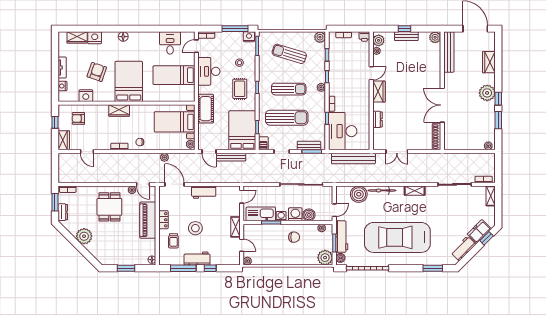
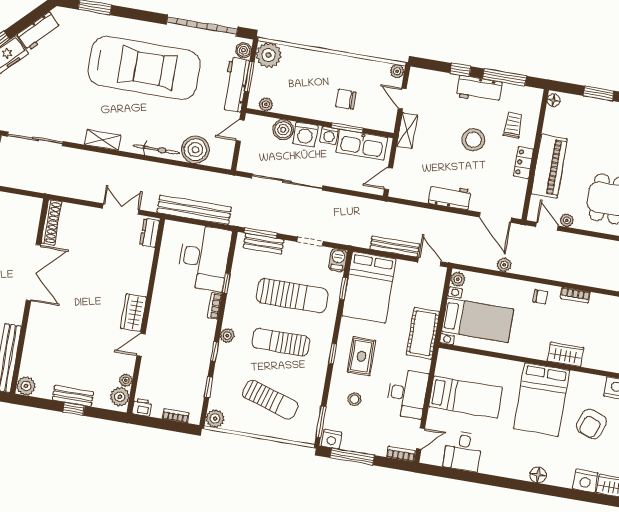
sun lounger: (287, 118) -> (292, 296), turned 180
dresser: (377, 119) -> (150, 233), moved
chair: (294, 237) -> (346, 99), moved

